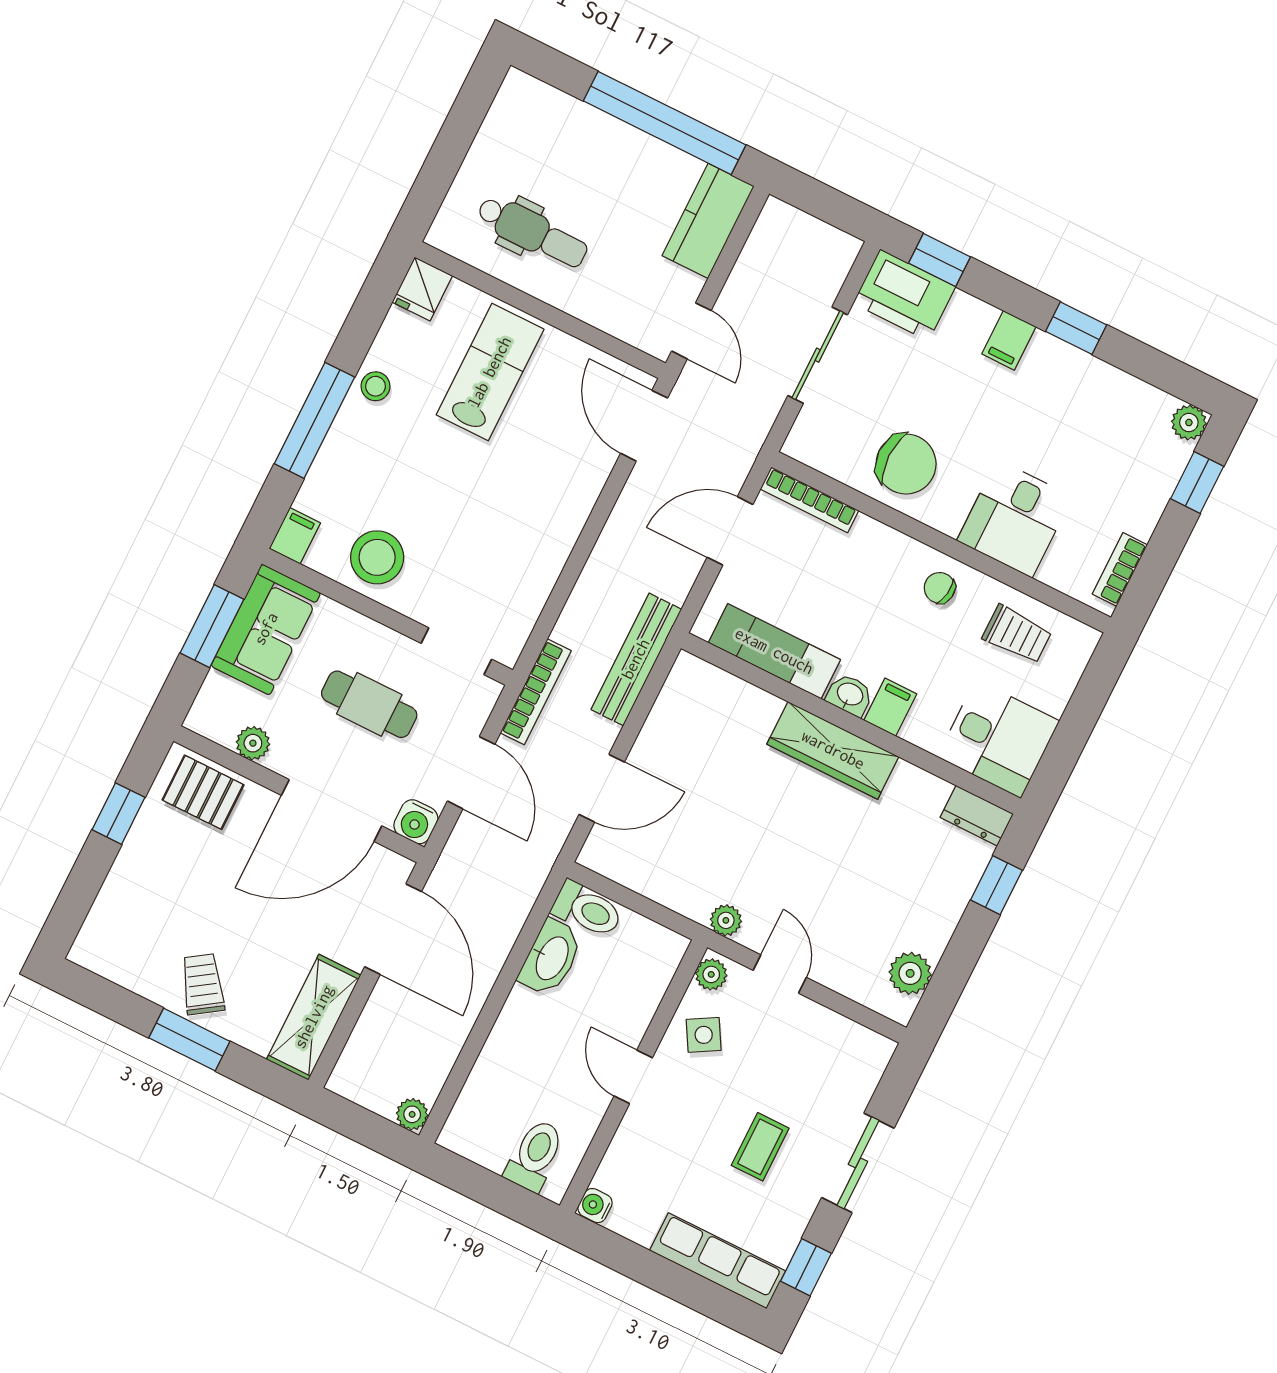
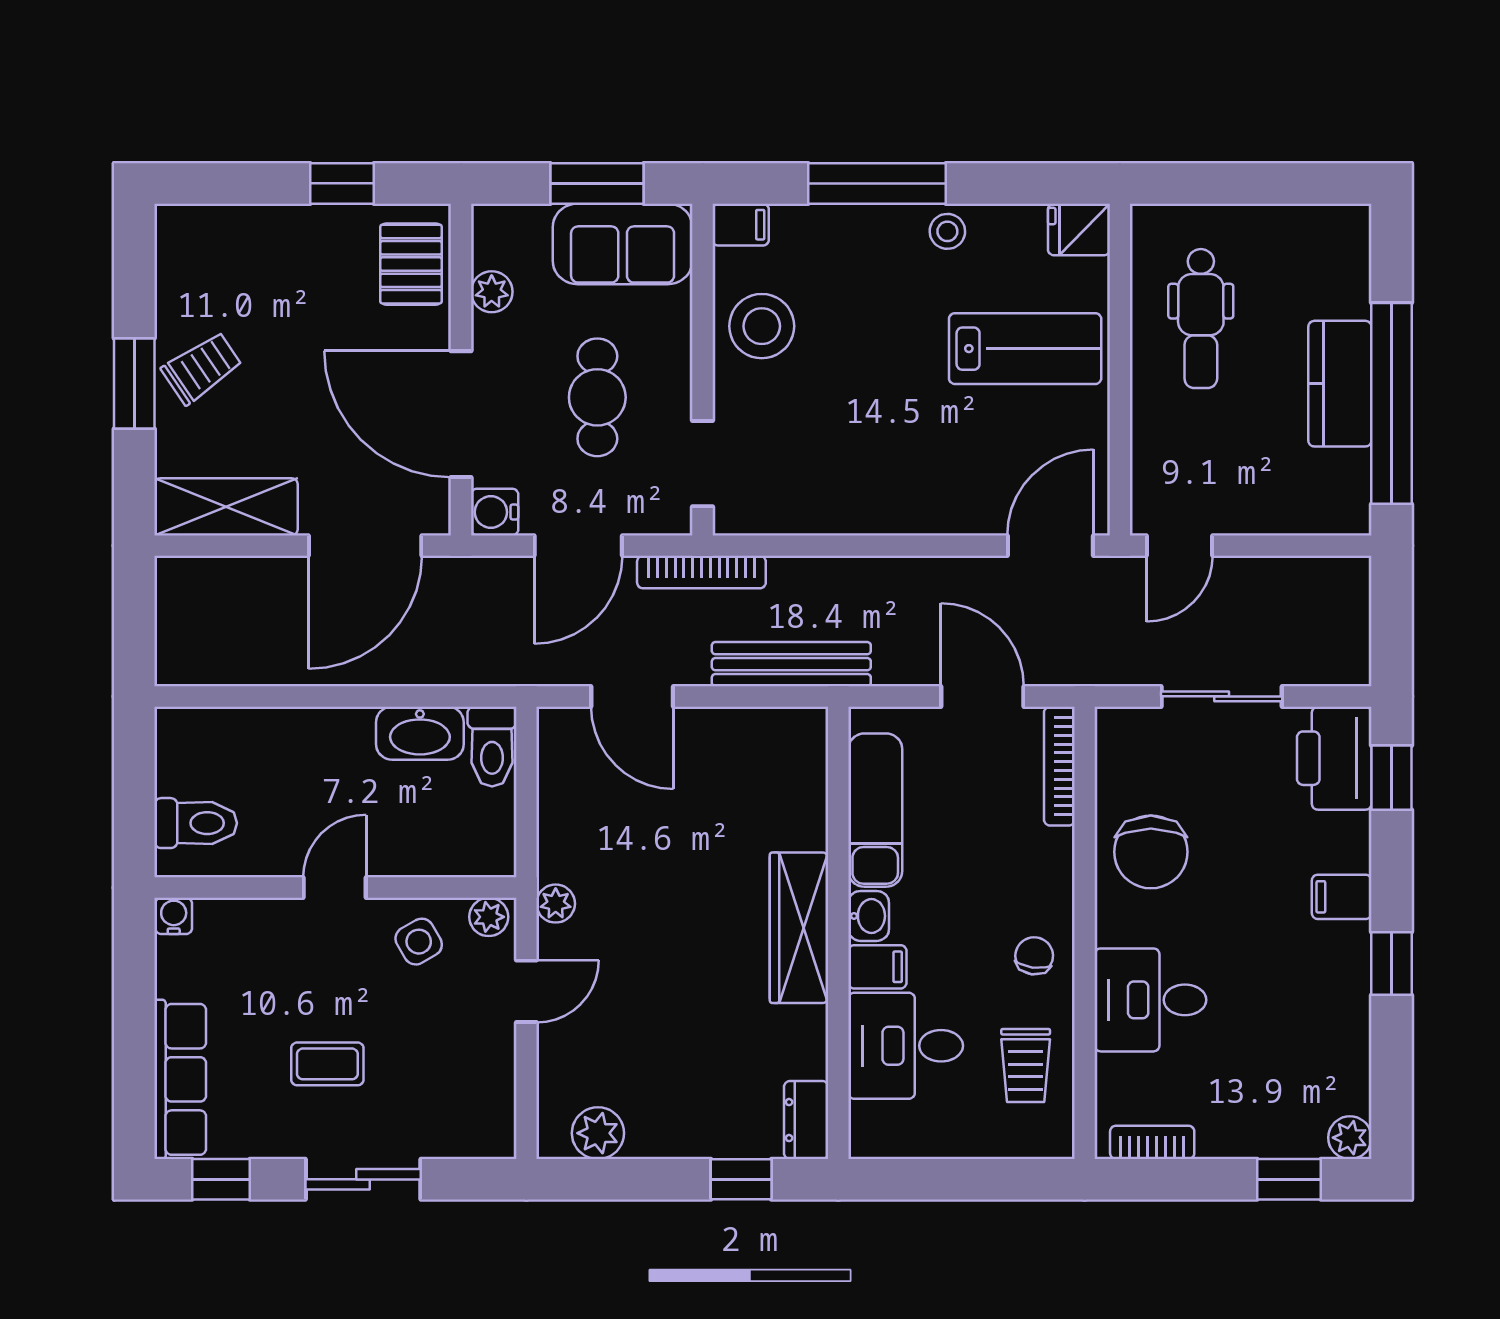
kitchen counter: (708, 221) -> (1340, 384), moved, turned -90
desk: (998, 739) -> (906, 1046), moved, turned 90
plant: (412, 1114) -> (174, 667), removed

